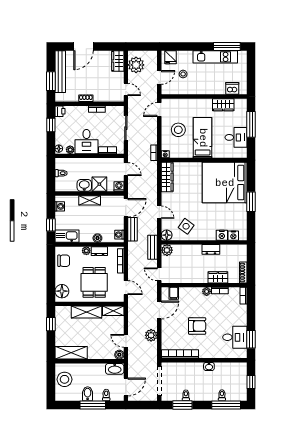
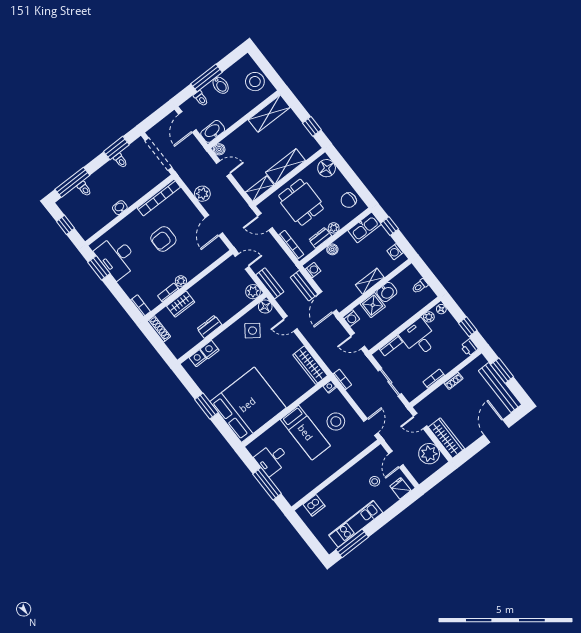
wardrobe: (118, 61) -> (446, 438), width x1.50
wardrobe: (223, 105) -> (310, 482), removed
filing cabinet: (174, 293) -> (212, 254), removed
desk: (235, 337) -> (117, 257), width x1.37

